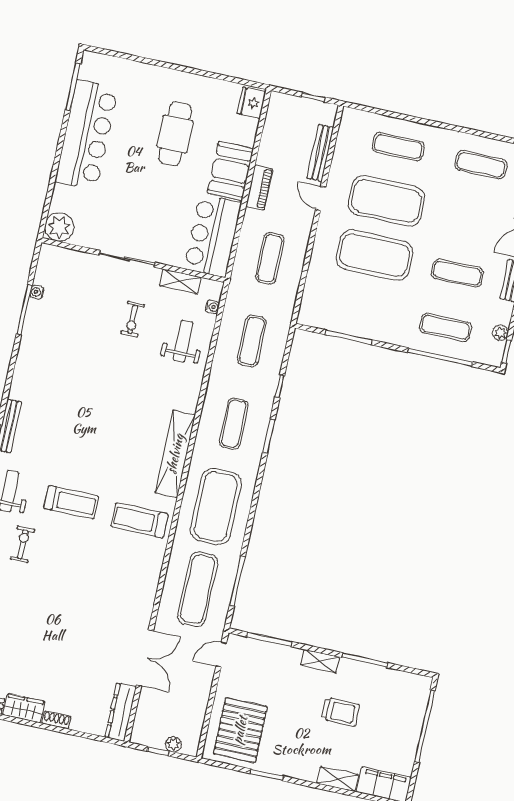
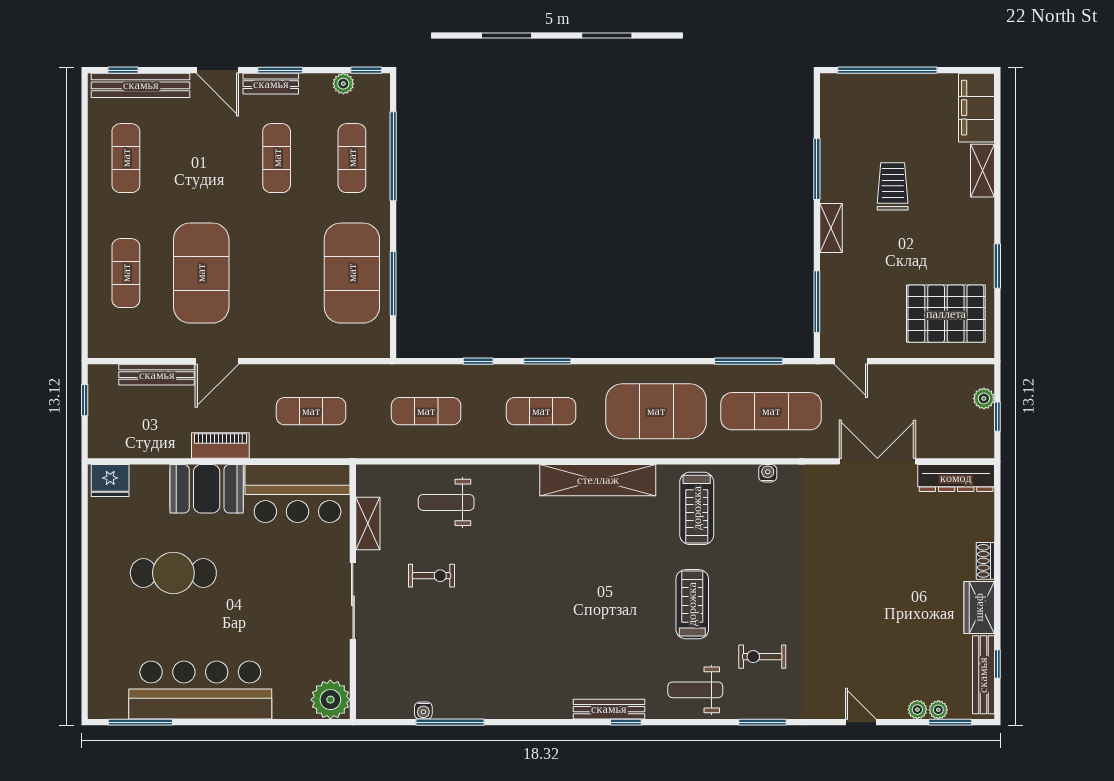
door: (321, 198) -> (217, 361), width x1.38
exercise mat: (375, 255) -> (352, 273), moved
water cooler: (212, 307) -> (768, 473), moved

